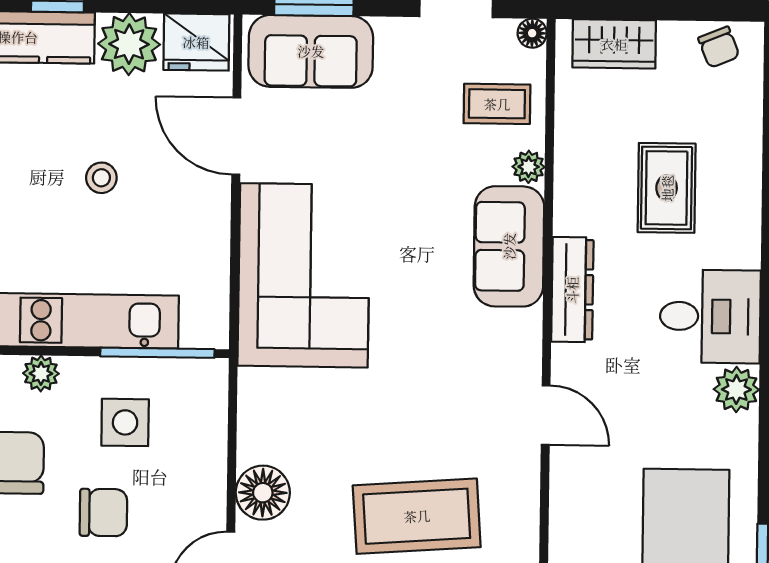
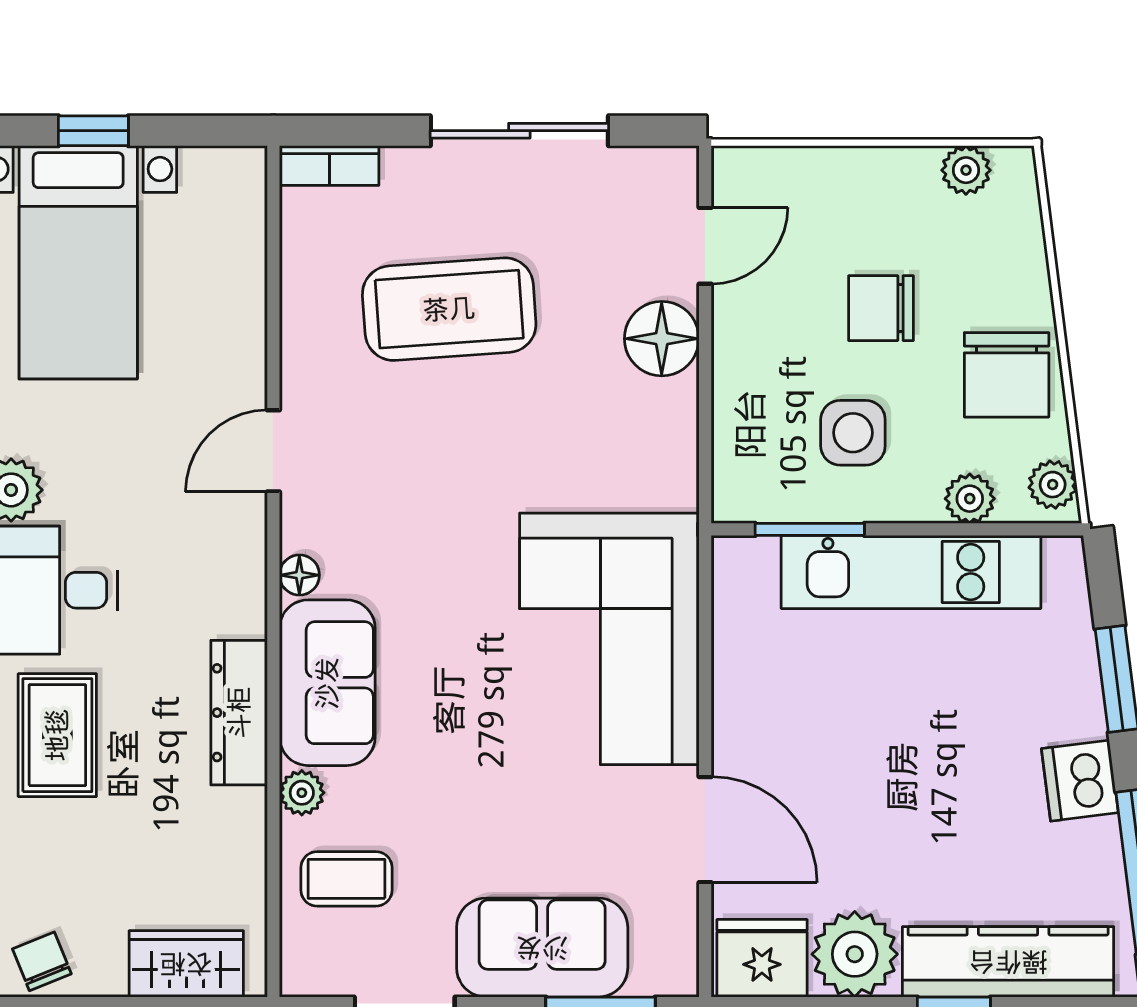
floor lamp: (532, 33) -> (299, 575), moved
sofa: (311, 51) -> (542, 948), moved
stool: (101, 178) -> (890, 769), removed
rug: (667, 188) -> (57, 735), moved
dresser: (572, 290) -> (239, 713), moved
window: (157, 353) -> (810, 529), width x0.69
door: (546, 415) -> (273, 451), hinge flipped

